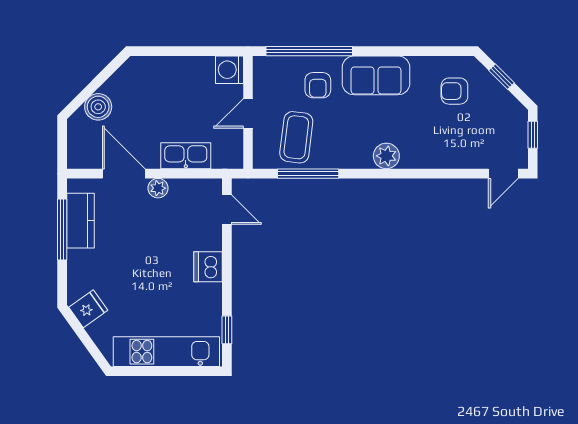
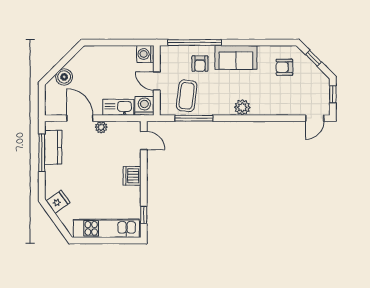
door: (248, 113) -> (157, 81), hinge flipped
washing machine: (228, 154) -> (144, 106), added

